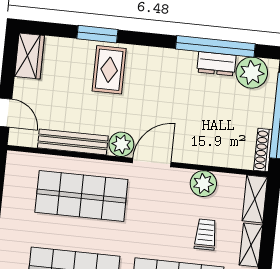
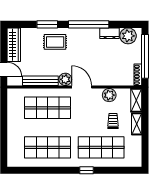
window: (215, 46) -> (89, 24), moved
wardrobe: (30, 56) -> (14, 45), width x1.50
rug: (109, 70) -> (55, 42), turned 90
door: (152, 162) -> (82, 87), hinge flipped

